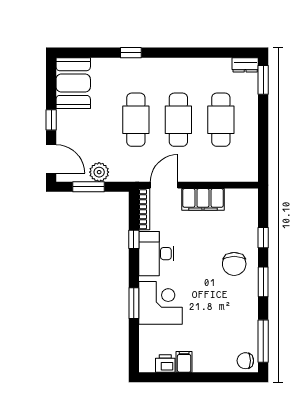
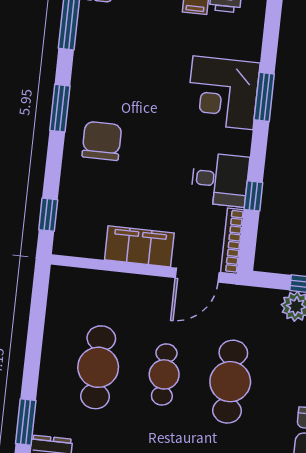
cafe table: (178, 120) -> (164, 374), width x0.73, depth x0.74
window: (263, 238) -> (48, 215), moved
desk: (156, 254) -> (220, 179), width x0.73

